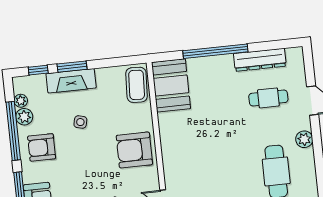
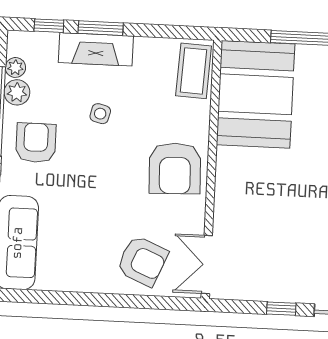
booth: (171, 85) -> (256, 94), width x1.36, depth x1.42
armchair: (42, 147) -> (36, 143), turned 90
armchair: (134, 150) -> (175, 168), turned -92

